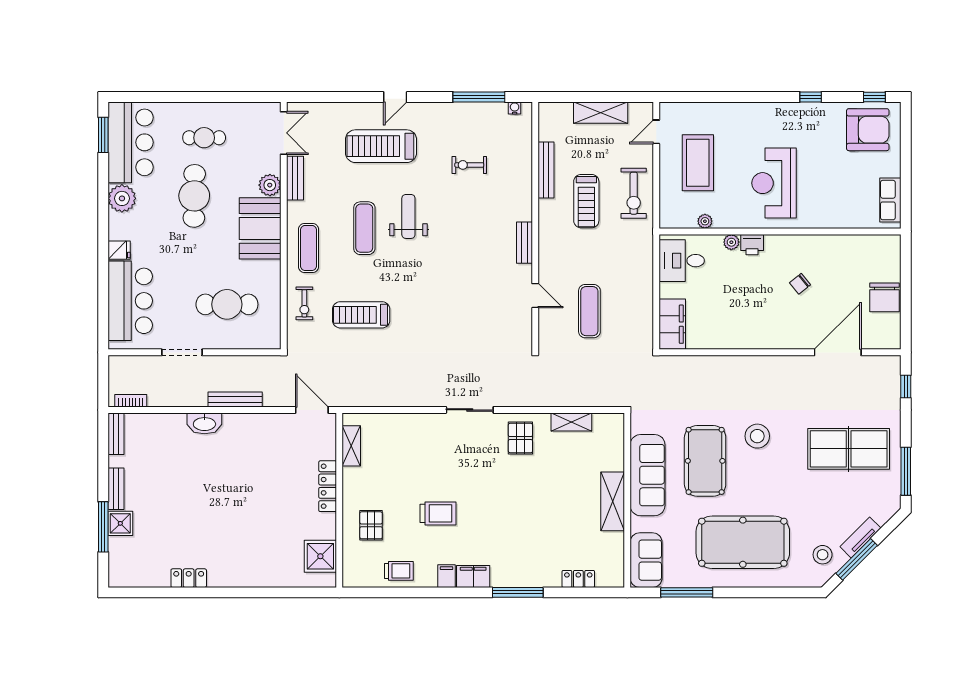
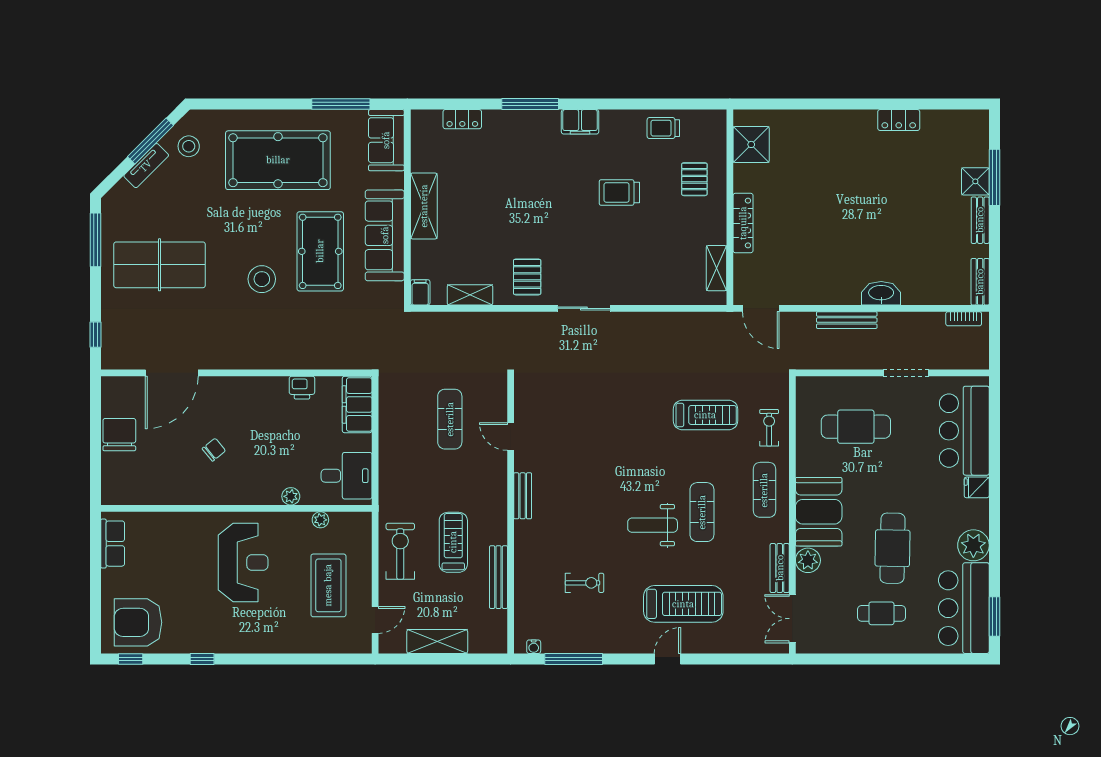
weight bench: (408, 216) -> (653, 525), turned 90
printer: (752, 245) -> (302, 388), moved, turned 180
filing cabinet: (447, 576) -> (420, 292), moved, turned 180

